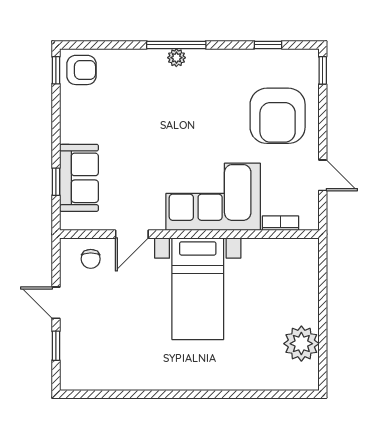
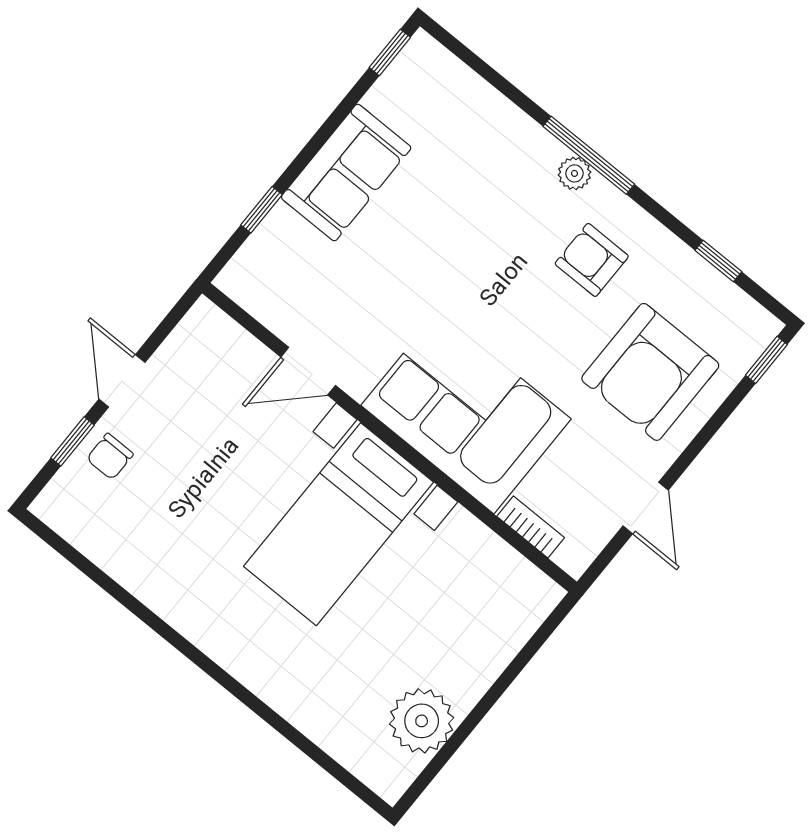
armchair: (81, 70) -> (592, 260), moved, turned 180
sofa: (79, 178) -> (346, 172), moved
chair: (91, 259) -> (110, 456), moved

